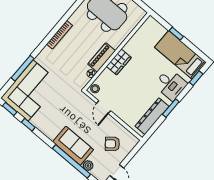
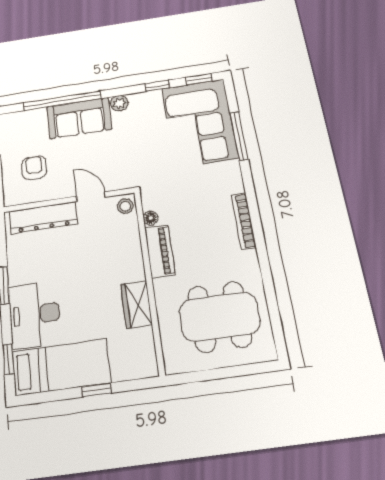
wardrobe: (119, 62) -> (137, 305), moved
desk: (171, 84) -> (35, 314), width x1.37
dresser: (152, 116) -> (43, 218), moved, turned 90
armchair: (112, 144) -> (34, 168), turned -51
plant: (88, 166) -> (119, 103), moved

